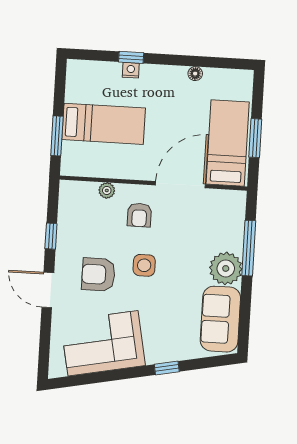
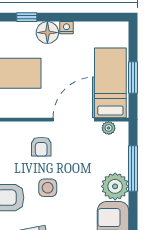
nightstand: (131, 70) -> (66, 28), moved
floor lamp: (195, 74) -> (47, 33), moved, width x1.89, depth x1.89
plant: (107, 190) -> (109, 128), moved

